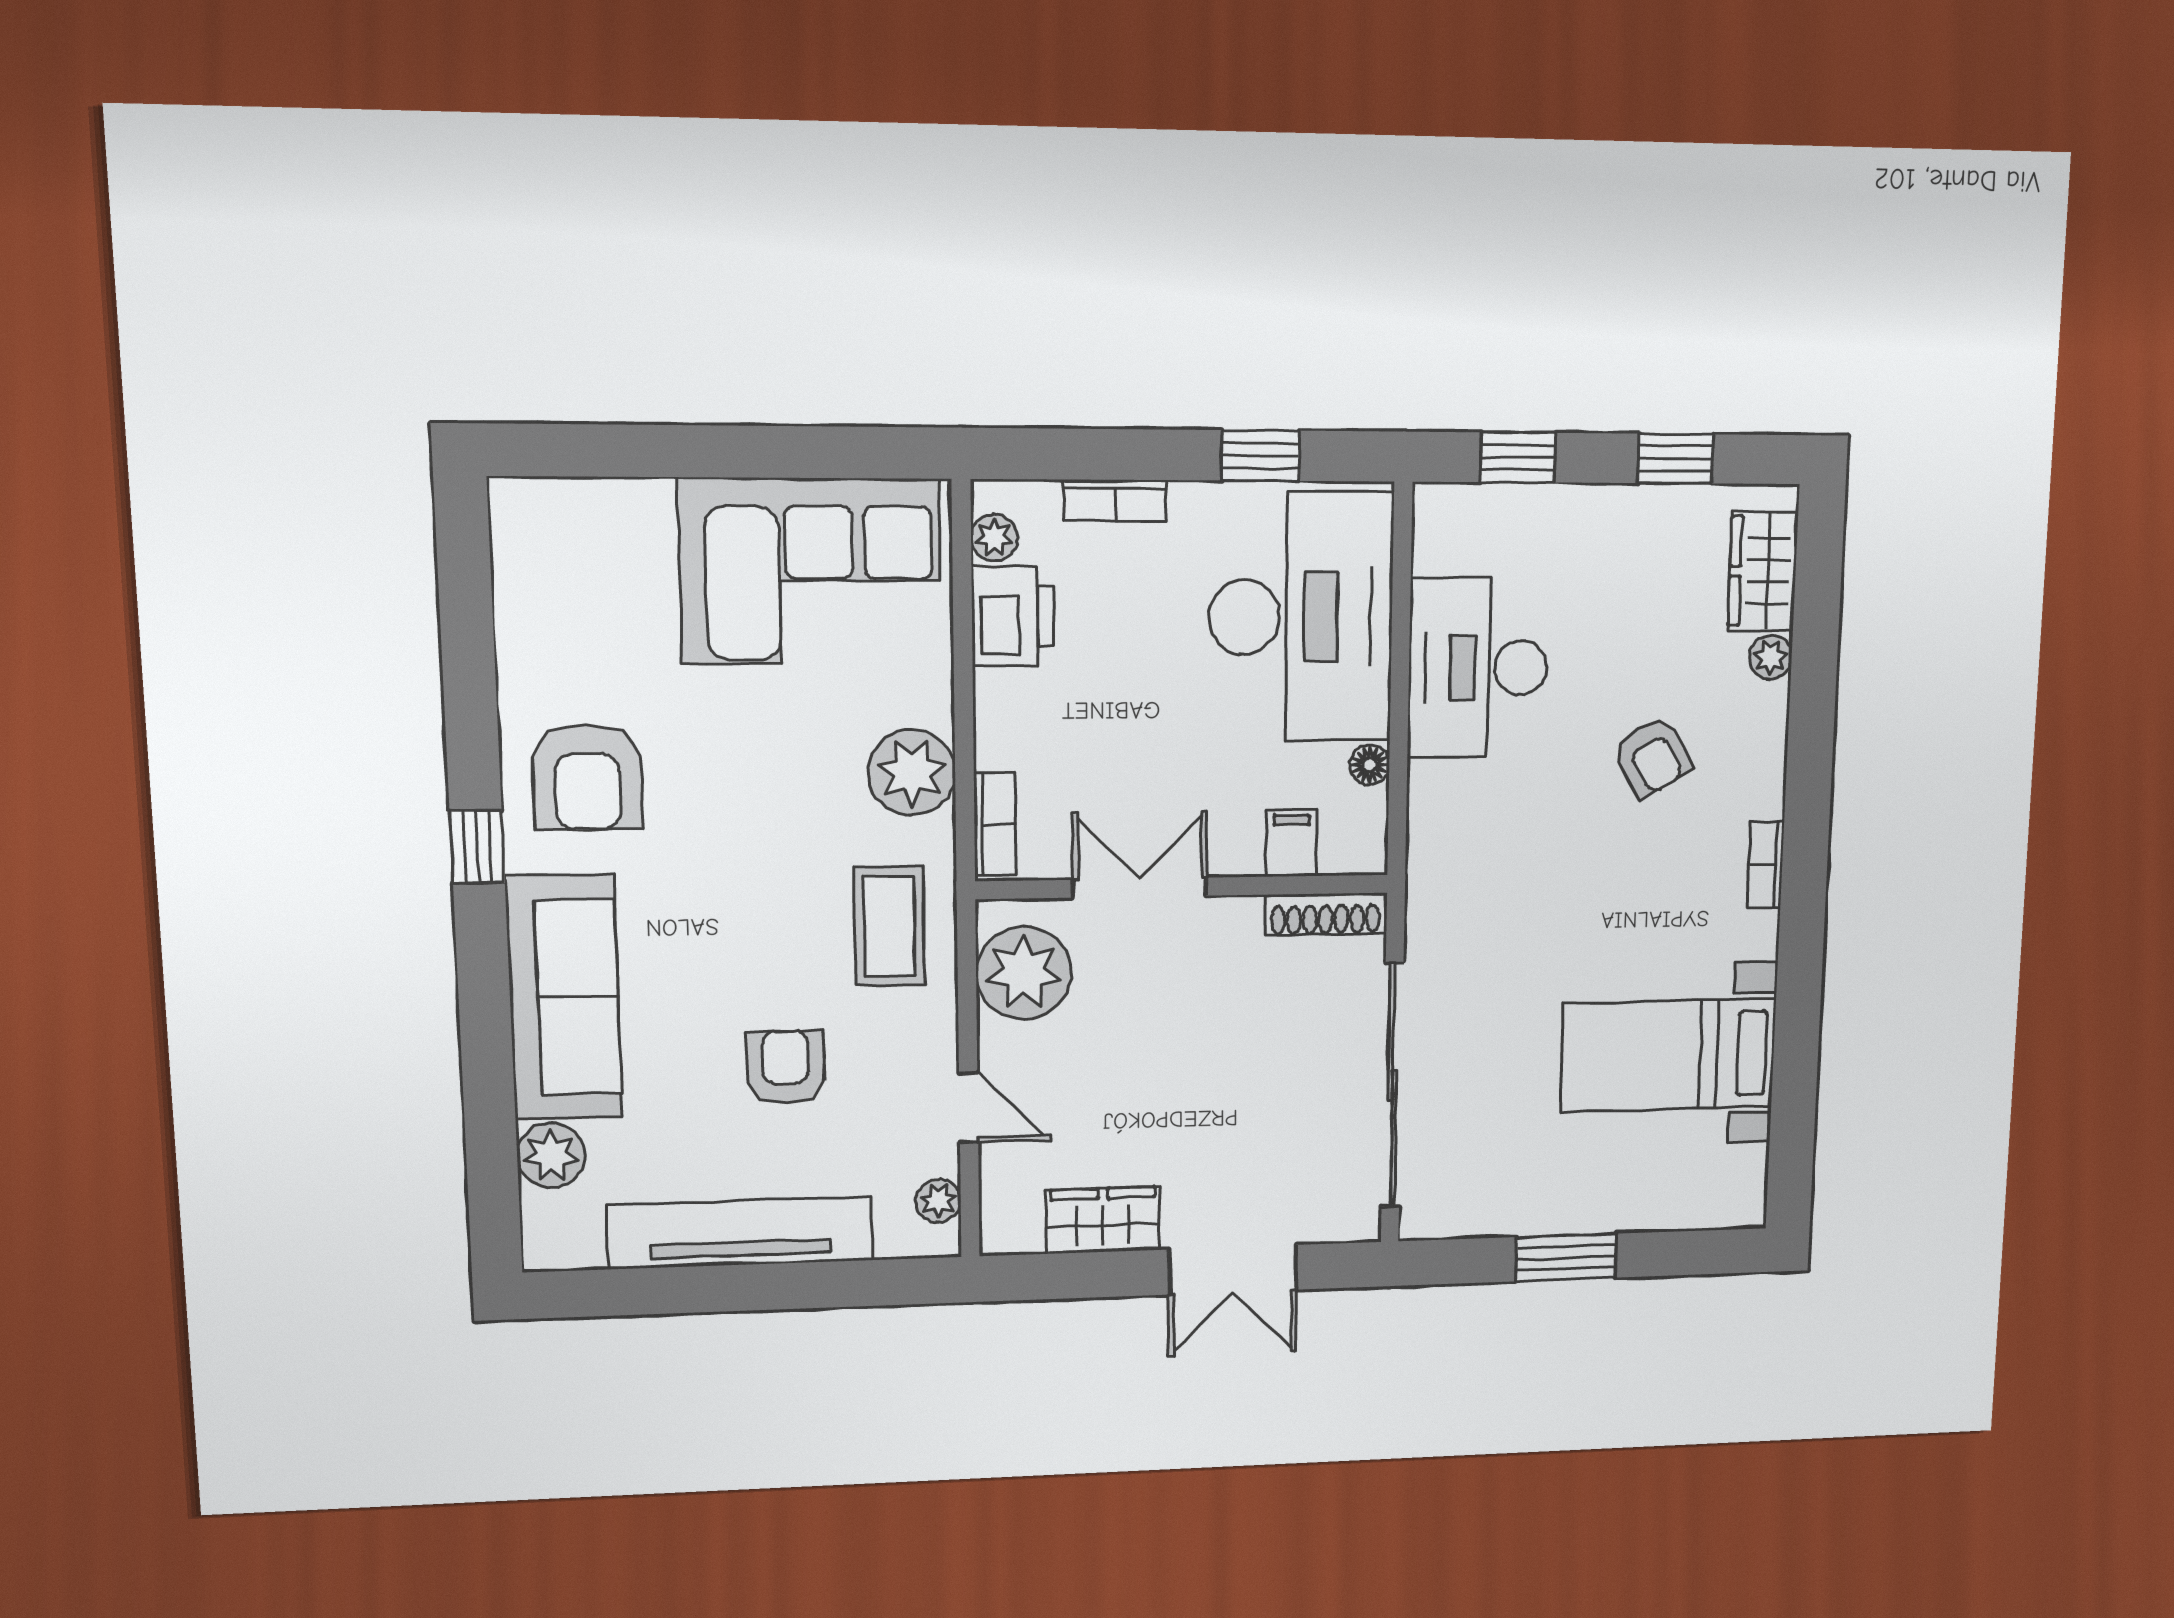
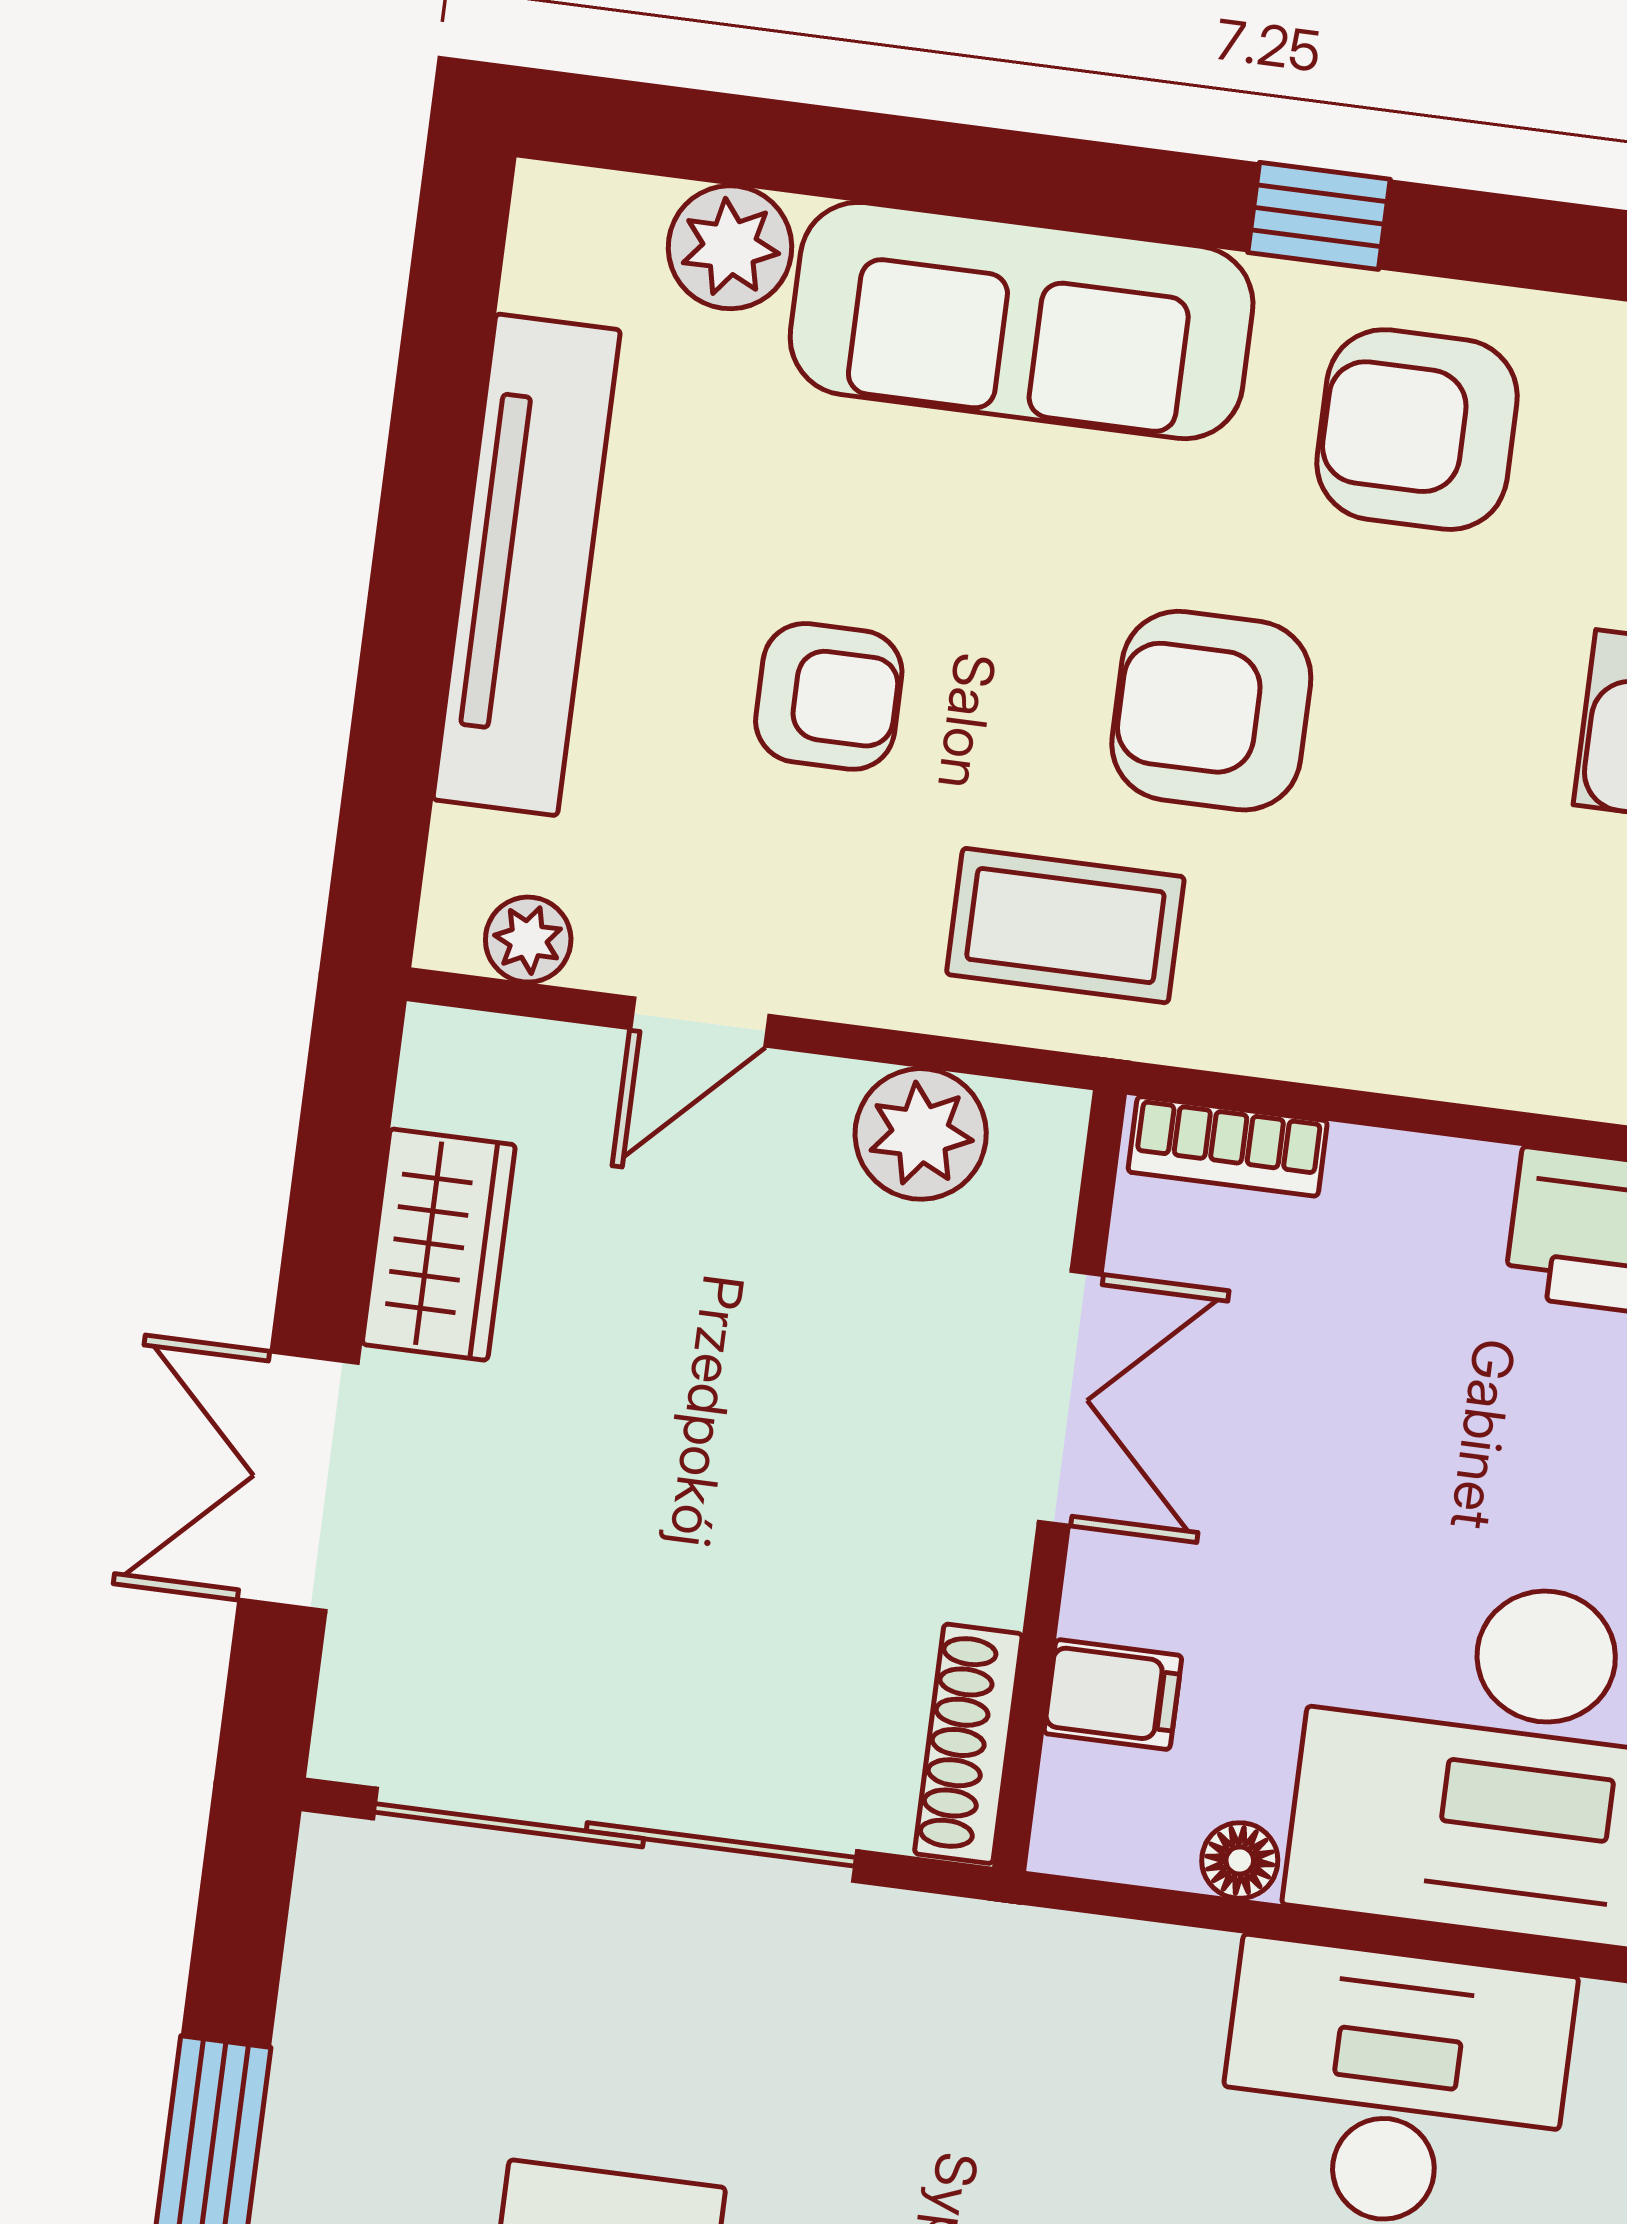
plant: (912, 772) -> (1344, 1008), removed
armchair: (761, 866) -> (1211, 711), added
plant: (1024, 973) -> (921, 1134), width x0.73, depth x0.73

